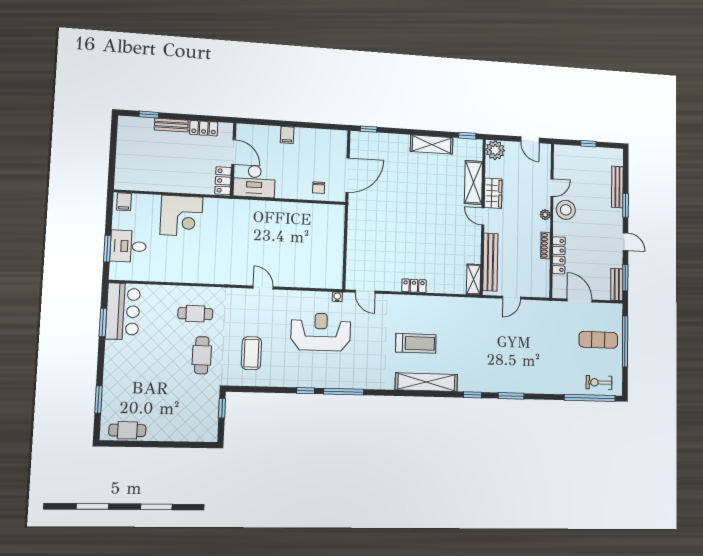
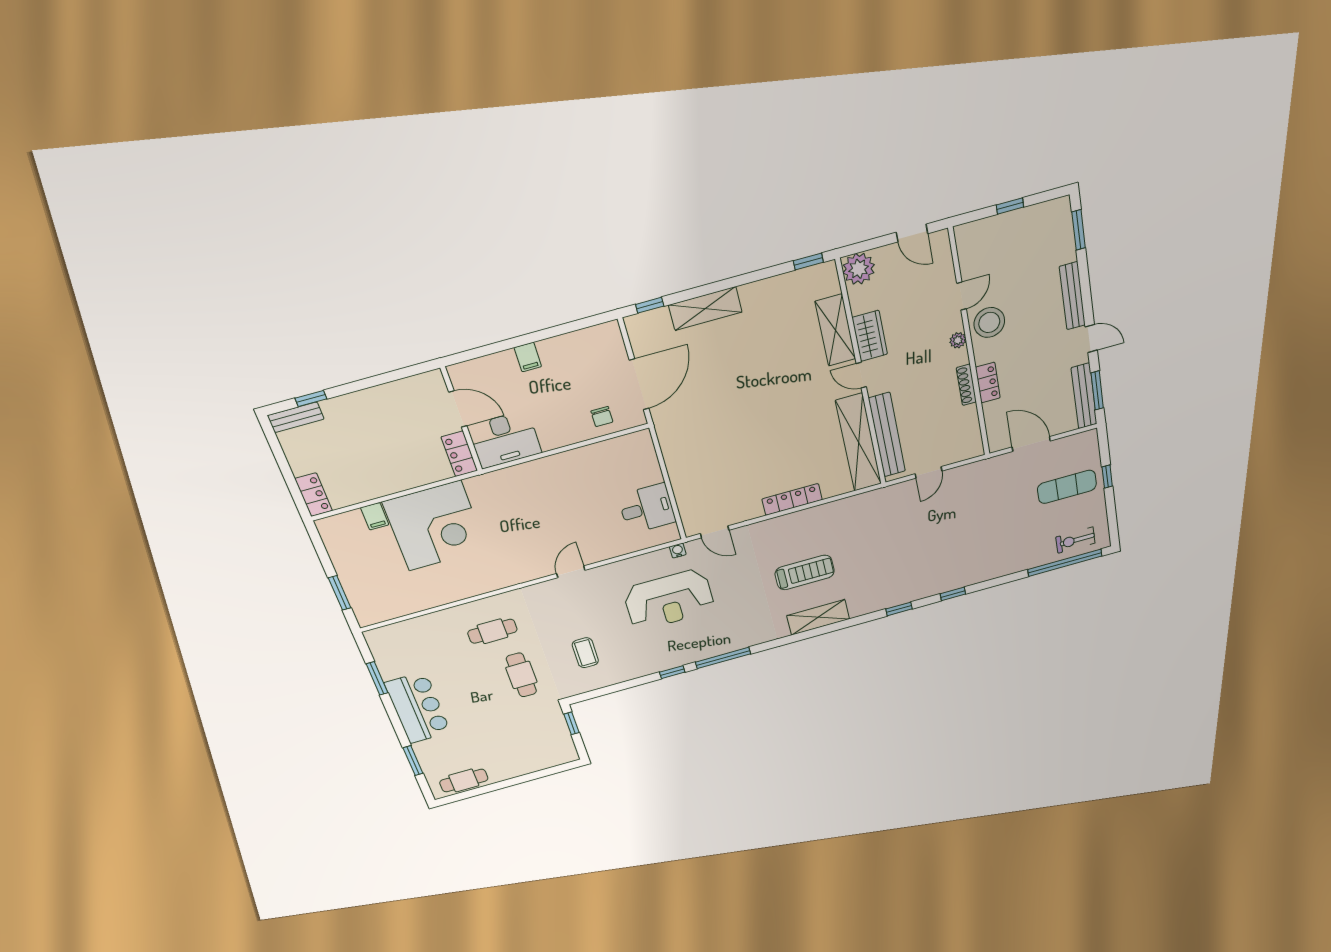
bench: (171, 125) -> (296, 417), moved
locker: (204, 128) -> (314, 495), moved, turned -90
shelving: (432, 144) -> (705, 309), moved
bench: (617, 187) -> (1072, 296), moved
filing cabinet: (124, 202) -> (375, 516), moved
window: (626, 205) -> (1079, 230), moved
corner desk: (181, 216) -> (435, 526), width x1.36, depth x1.36
desk: (128, 246) -> (647, 509), moved, turned 180
locker: (559, 255) -> (988, 383), width x0.66
shelving: (474, 279) -> (859, 443), width x2.20, depth x1.33
bench: (617, 284) -> (1084, 396), width x1.36
locker: (414, 286) -> (792, 499), width x1.53
door: (263, 287) -> (571, 572), hinge flipped
bar counter: (123, 311) -> (418, 708), moved
reception desk: (321, 332) -> (669, 600), turned 180
window: (625, 341) -> (1107, 477), width x0.32
coffee table: (251, 353) -> (585, 653), width x0.73, depth x0.77
shelving: (426, 382) -> (818, 617), width x0.68
window: (511, 396) -> (953, 594), width x0.67

